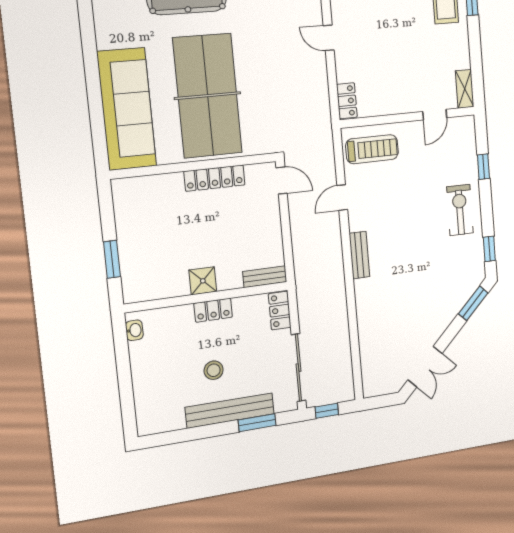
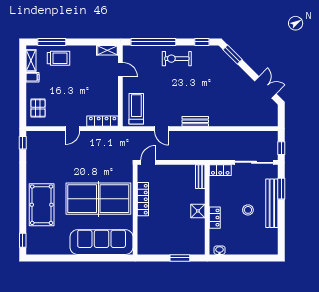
locker: (347, 101) -> (103, 121), width x1.53
window: (483, 167) -> (153, 42), width x3.17
locker: (213, 310) -> (215, 218), moved

